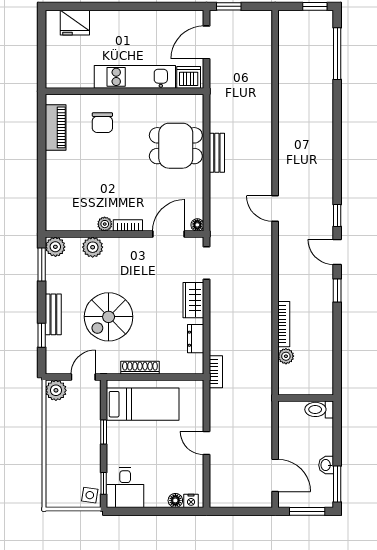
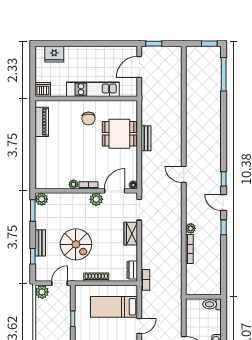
dishwasher: (189, 77) -> (43, 90), moved
chair: (102, 123) -> (88, 118), moved
plant: (93, 247) -> (96, 199), moved
spiral stairs: (109, 317) -> (76, 244), turned -90
dresser: (196, 339) -> (132, 270), moved
plant: (286, 356) -> (191, 228), moved
bed: (143, 404) -> (114, 307), moved, turned 180
door: (207, 443) -> (139, 326), swing flipped

